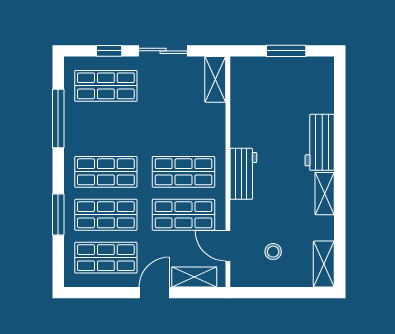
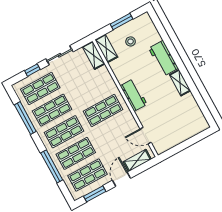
window: (58, 215) -> (52, 166), width x1.44
shop shelf: (183, 215) -> (52, 110), moved
stool: (273, 252) -> (131, 41), moved
shelving: (324, 264) -> (106, 48), moved
window: (101, 293) -> (95, 194), added

